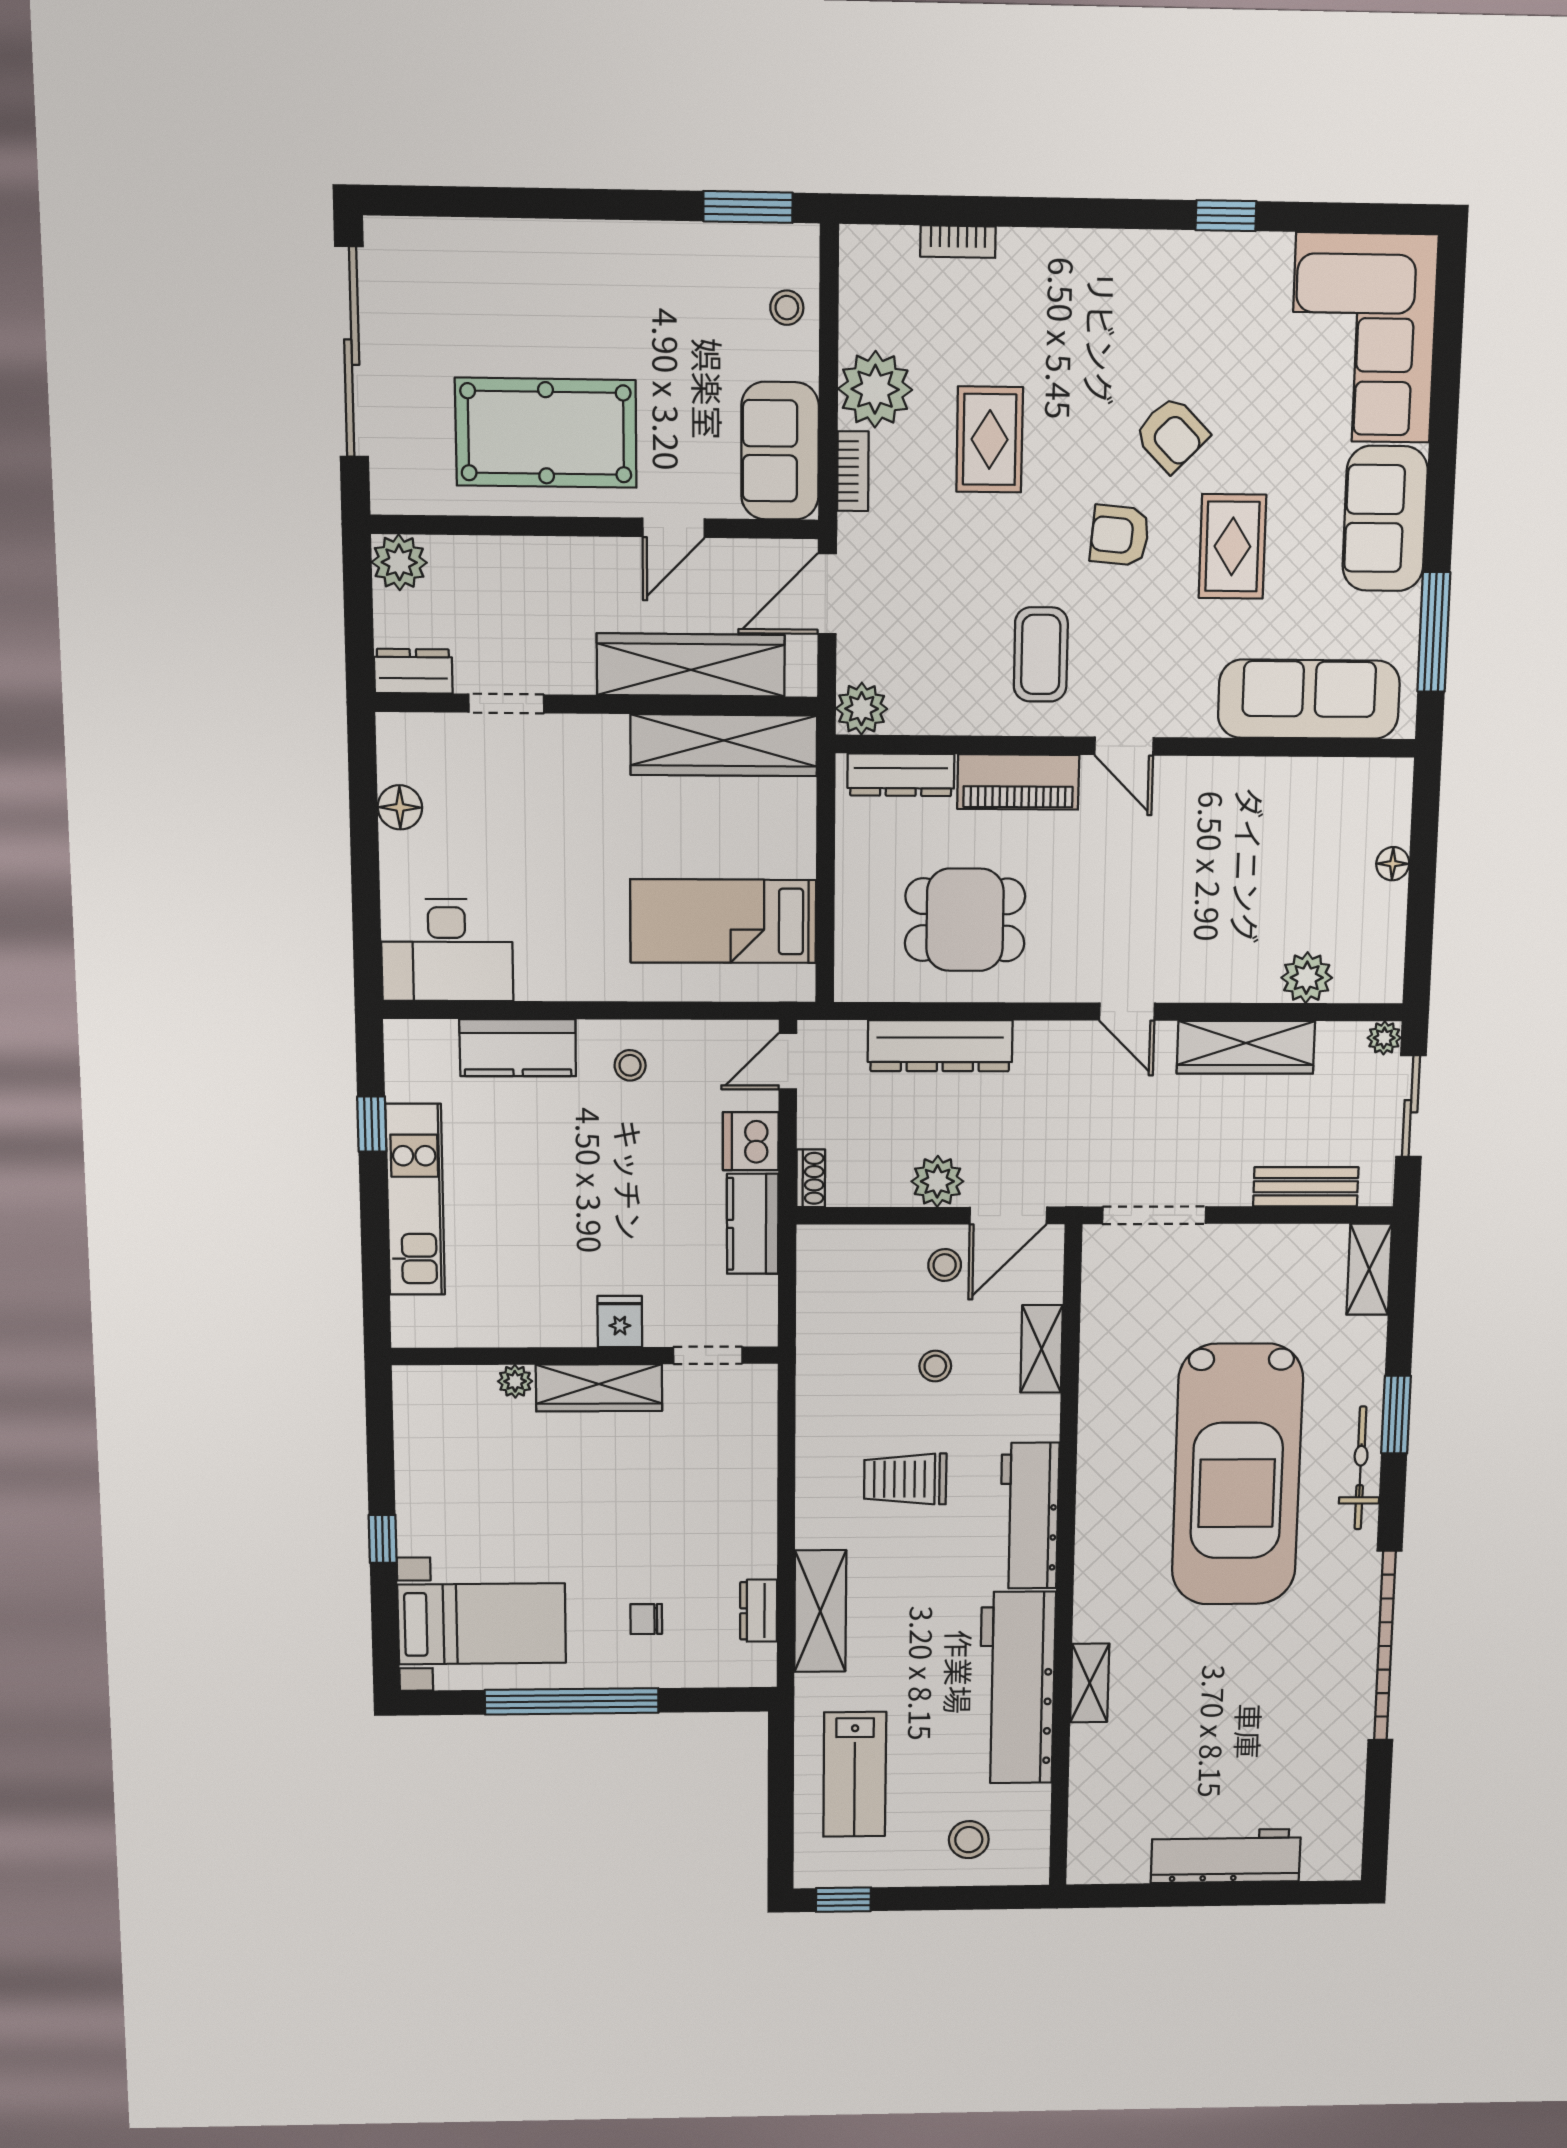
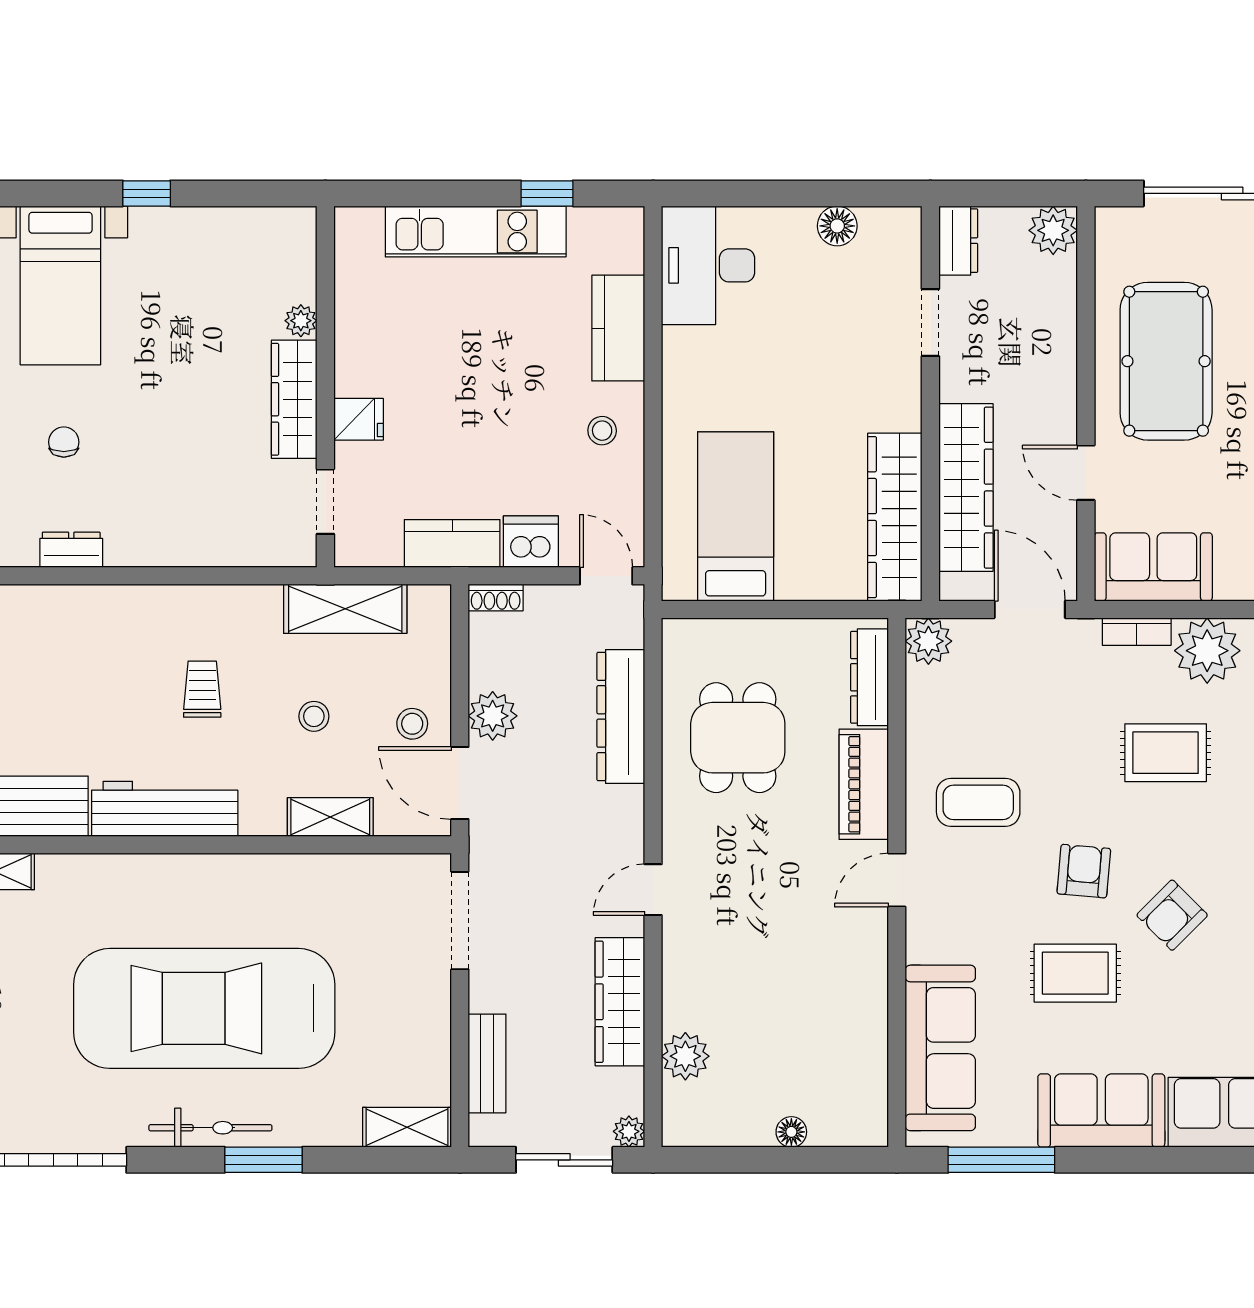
trolley: (905, 1479) -> (202, 689), width x0.73, depth x0.72
shelving: (820, 1611) -> (345, 609), moved

